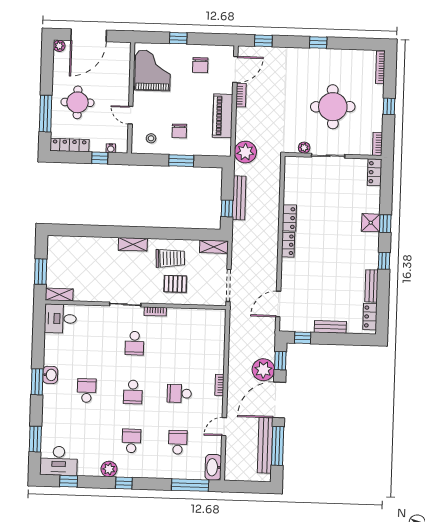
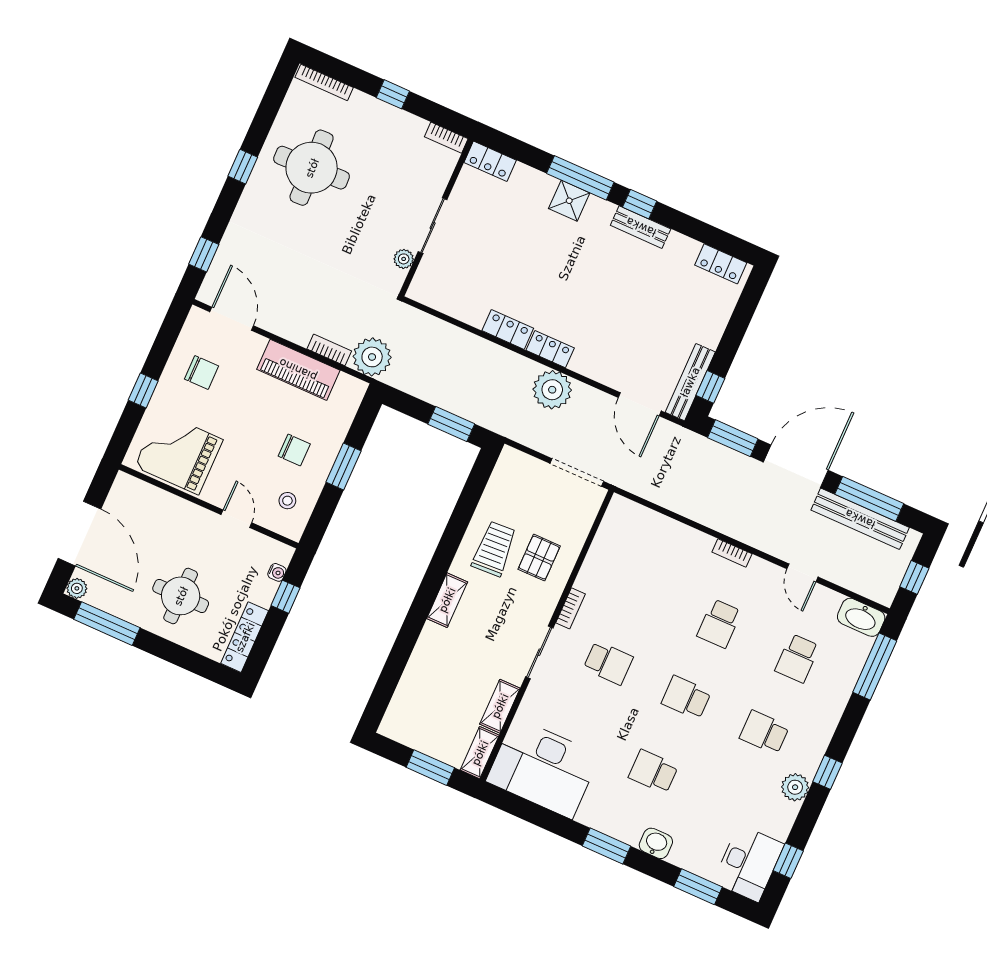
bookcase: (241, 95) -> (329, 350), moved
round table: (333, 107) -> (312, 168), moved
window: (46, 114) -> (107, 624), moved
door: (130, 115) -> (236, 519), swing flipped
bench: (239, 198) -> (442, 397), removed
window: (227, 208) -> (451, 424), width x1.50
window: (385, 224) -> (580, 178), width x2.17
shelving: (214, 247) -> (500, 706), moved
bench: (372, 286) -> (641, 227), moved
desk: (60, 319) -> (543, 768), width x1.87, depth x1.30
bench: (330, 327) -> (690, 382), moved, width x1.36
window: (280, 361) -> (733, 438), width x1.50
plant: (263, 370) -> (552, 390), moved
washbasin: (50, 375) -> (656, 843), moved
school desk: (133, 392) -> (686, 698), turned 180
door: (279, 400) -> (796, 466), swing flipped
school desk: (178, 442) -> (797, 658), turned -90
window: (246, 487) -> (914, 577), added

